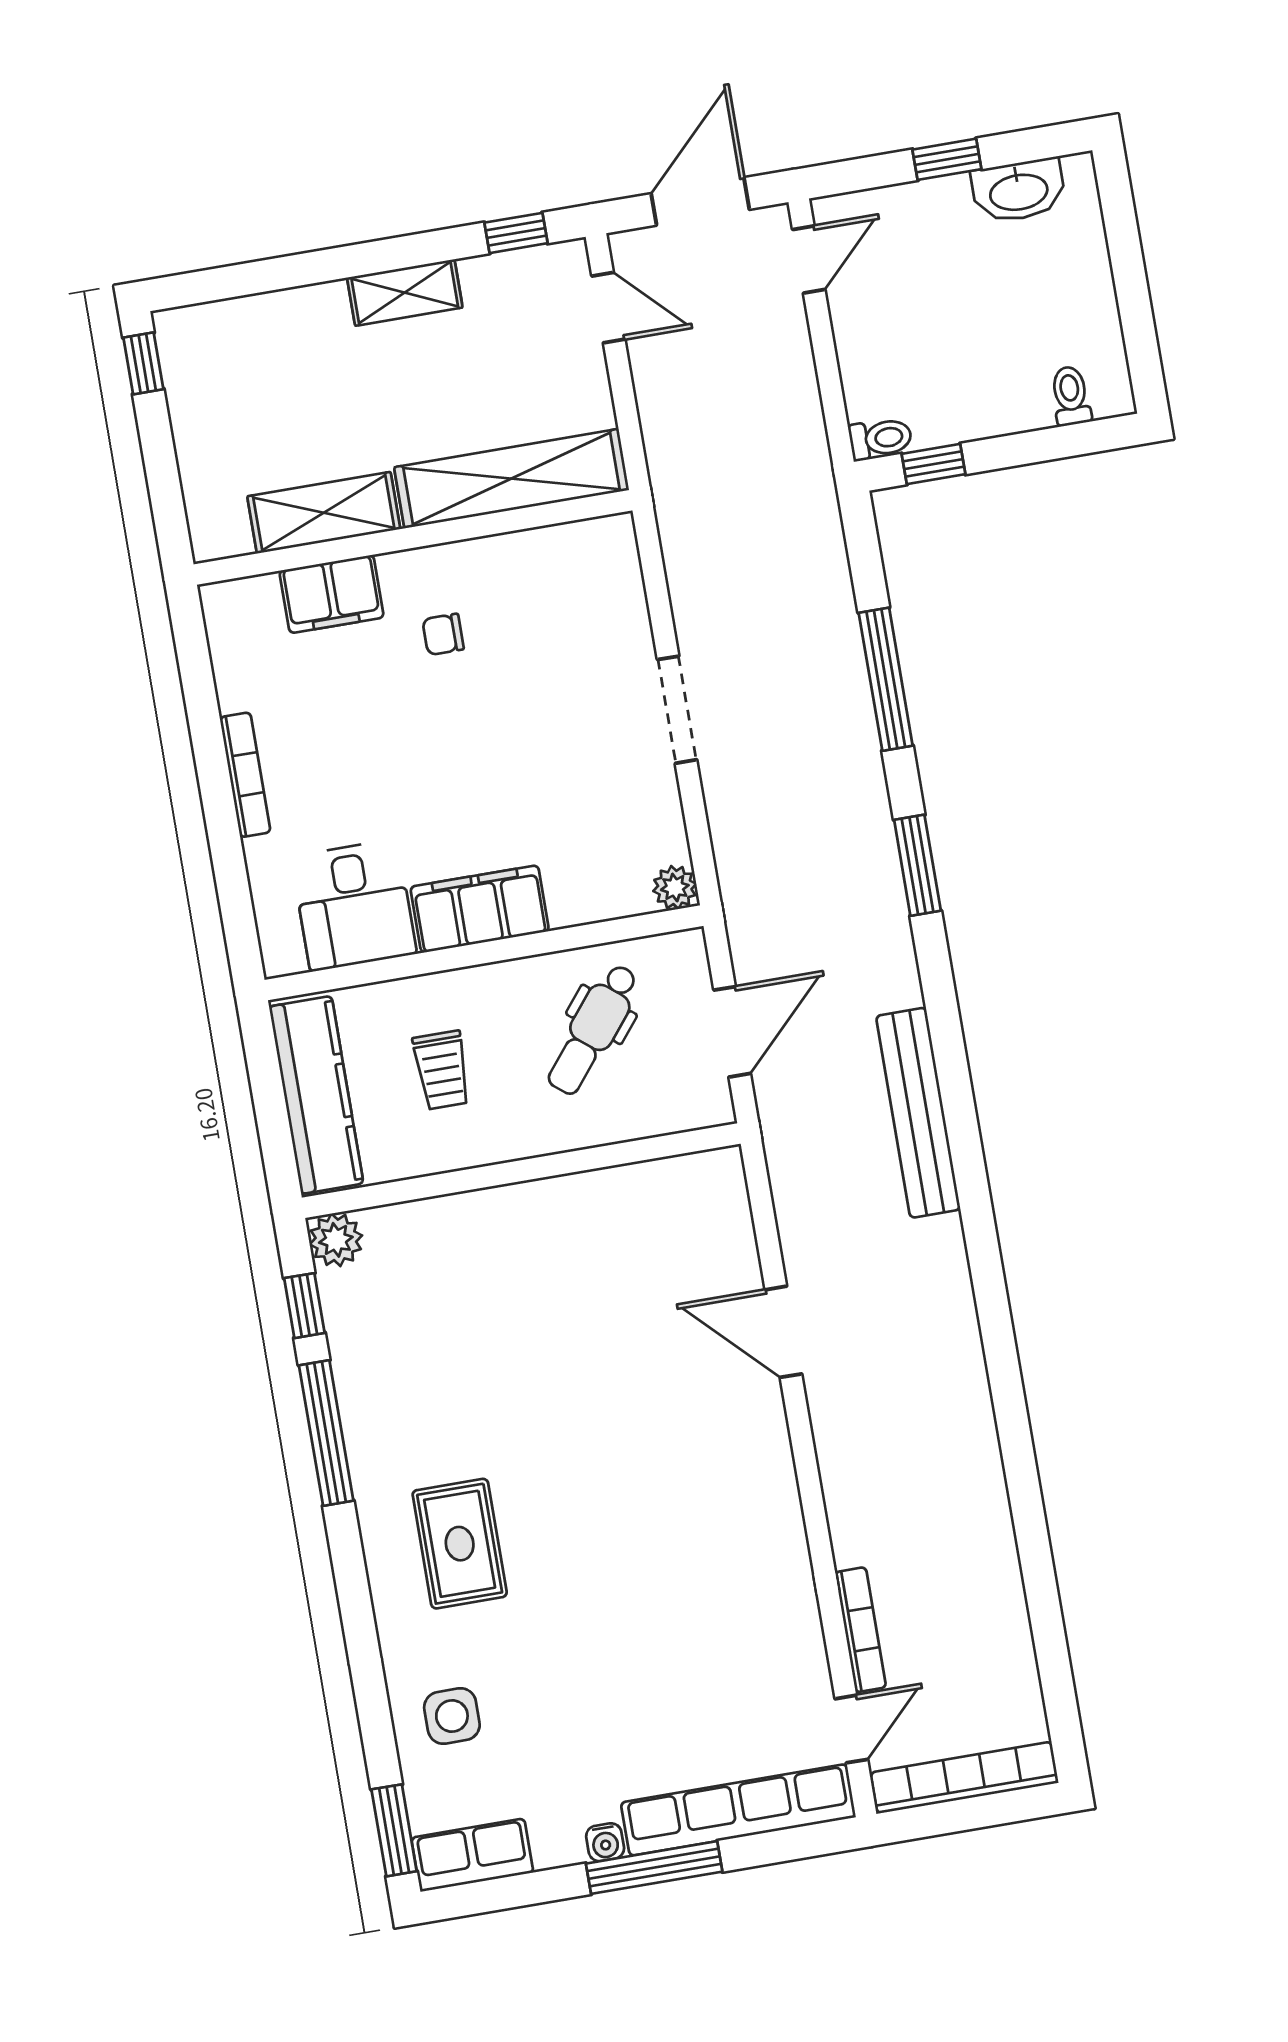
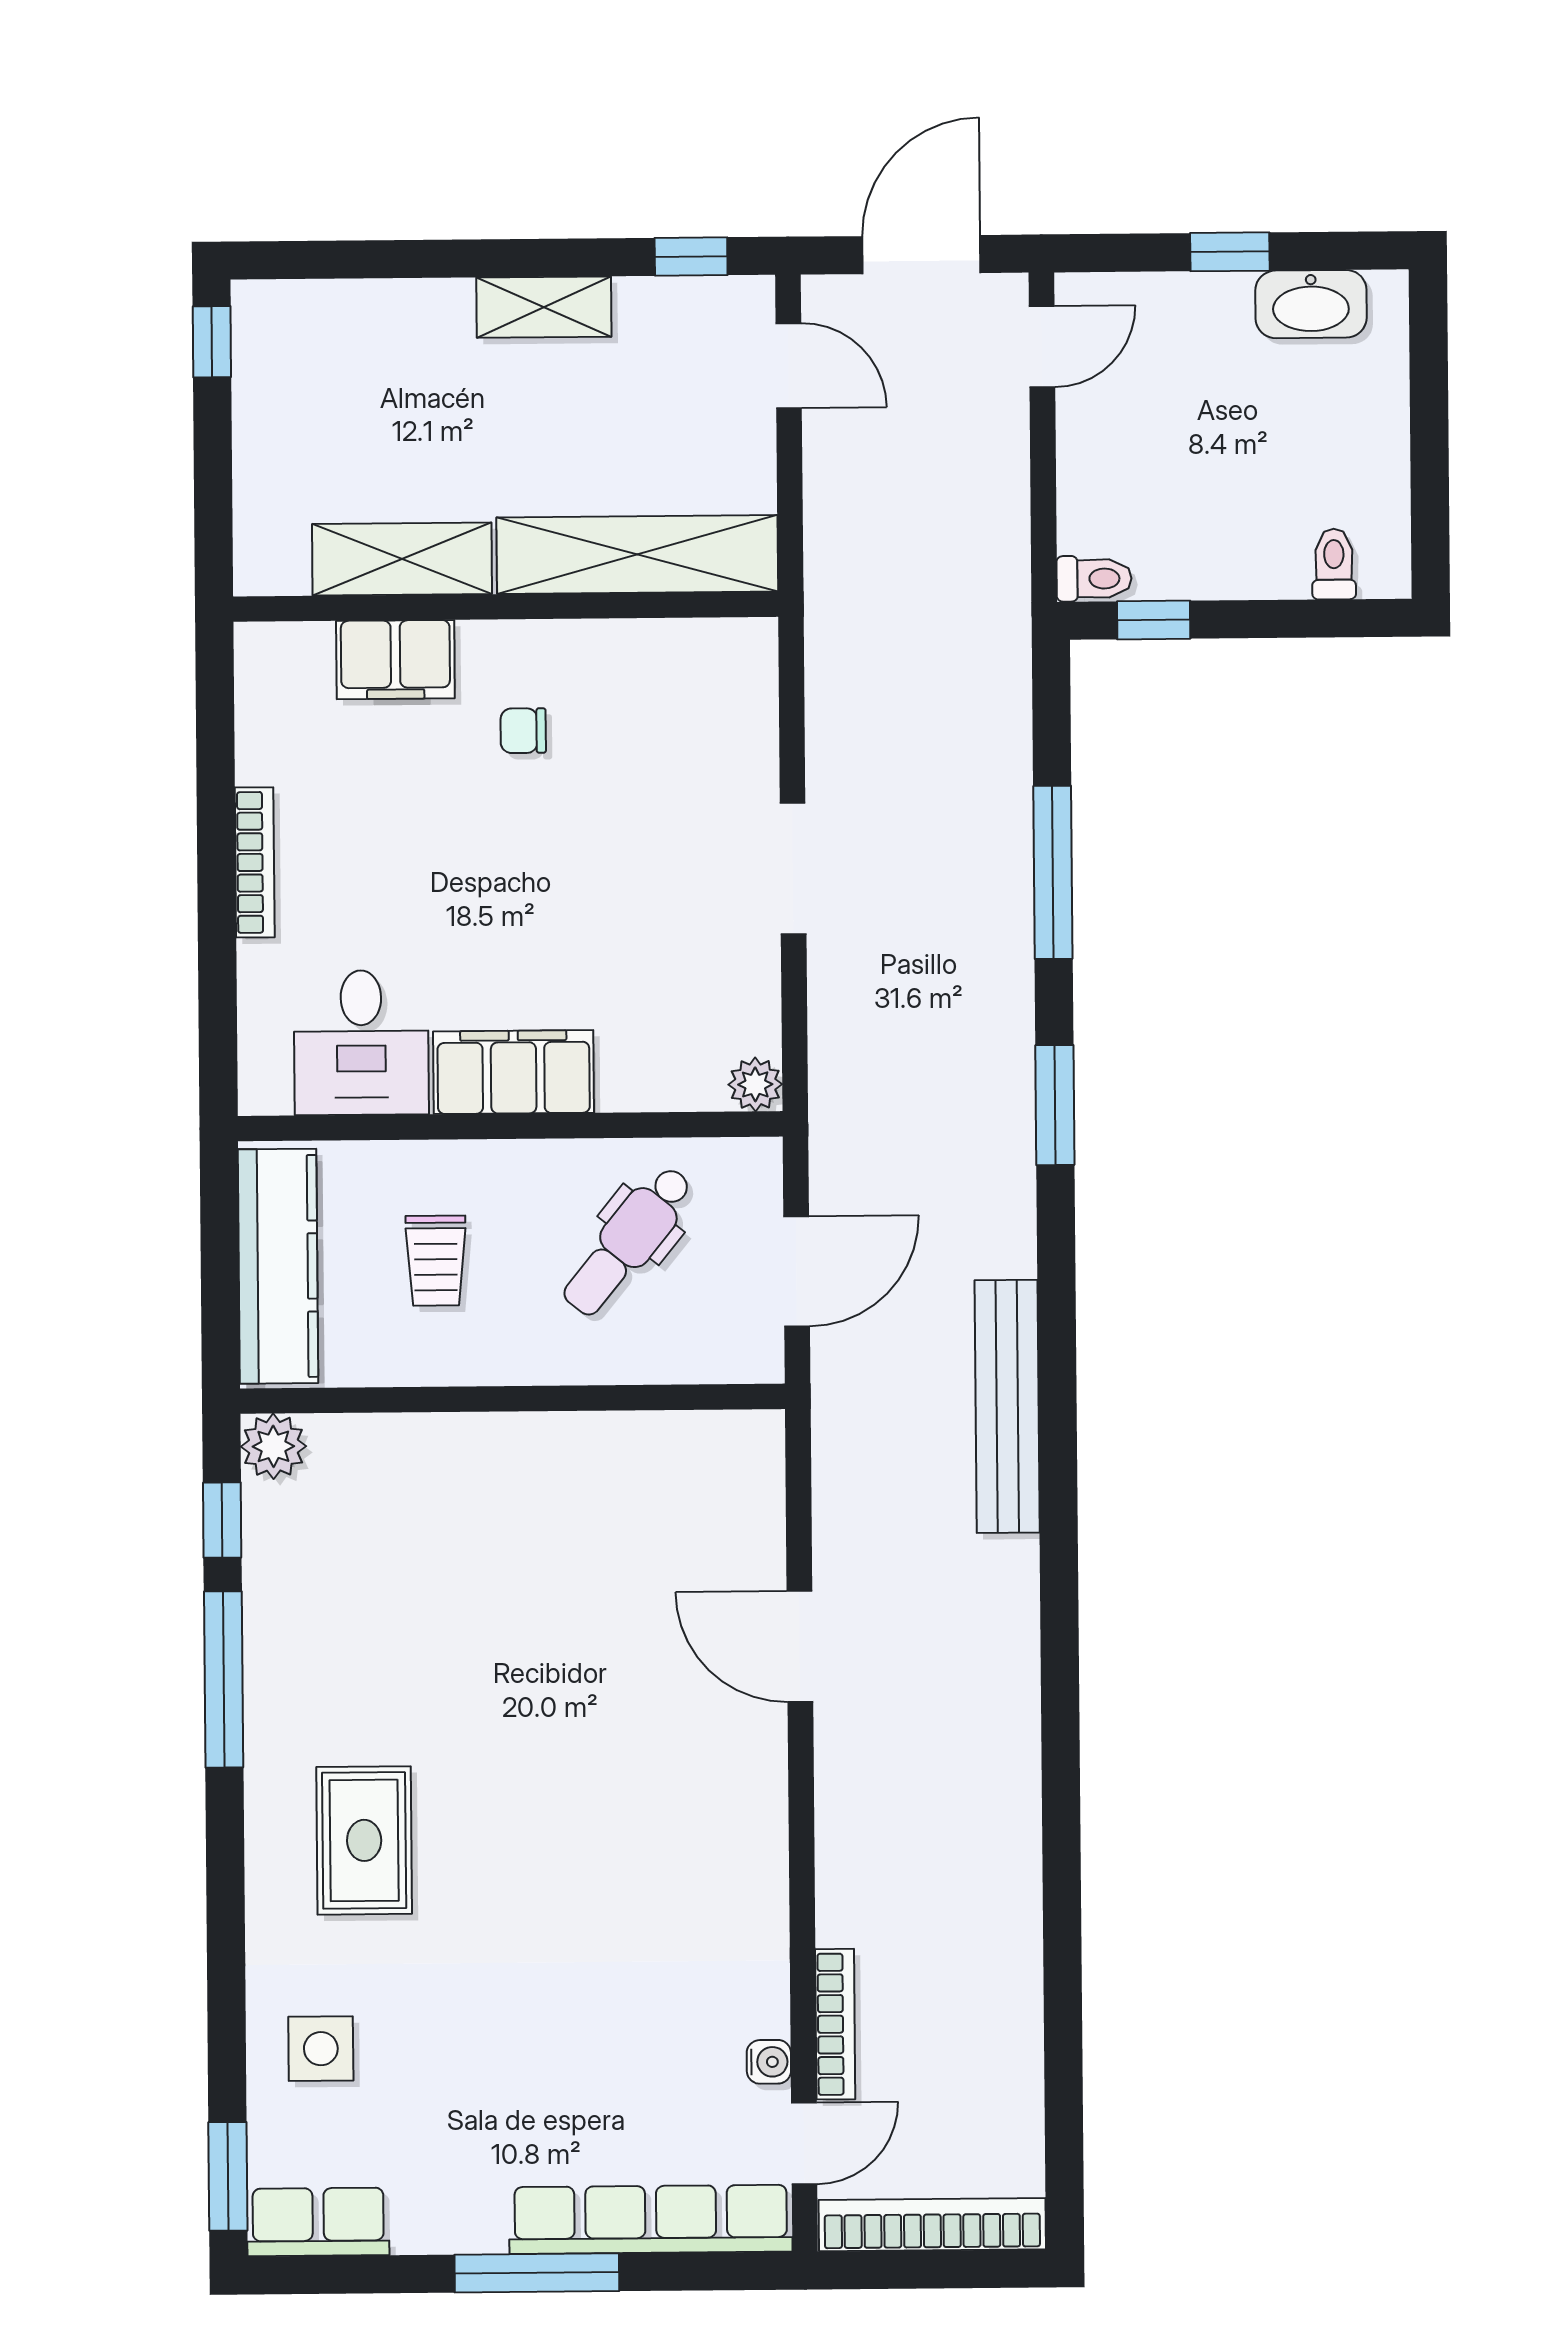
water cooler: (605, 1842) -> (769, 2062), moved, turned -90

